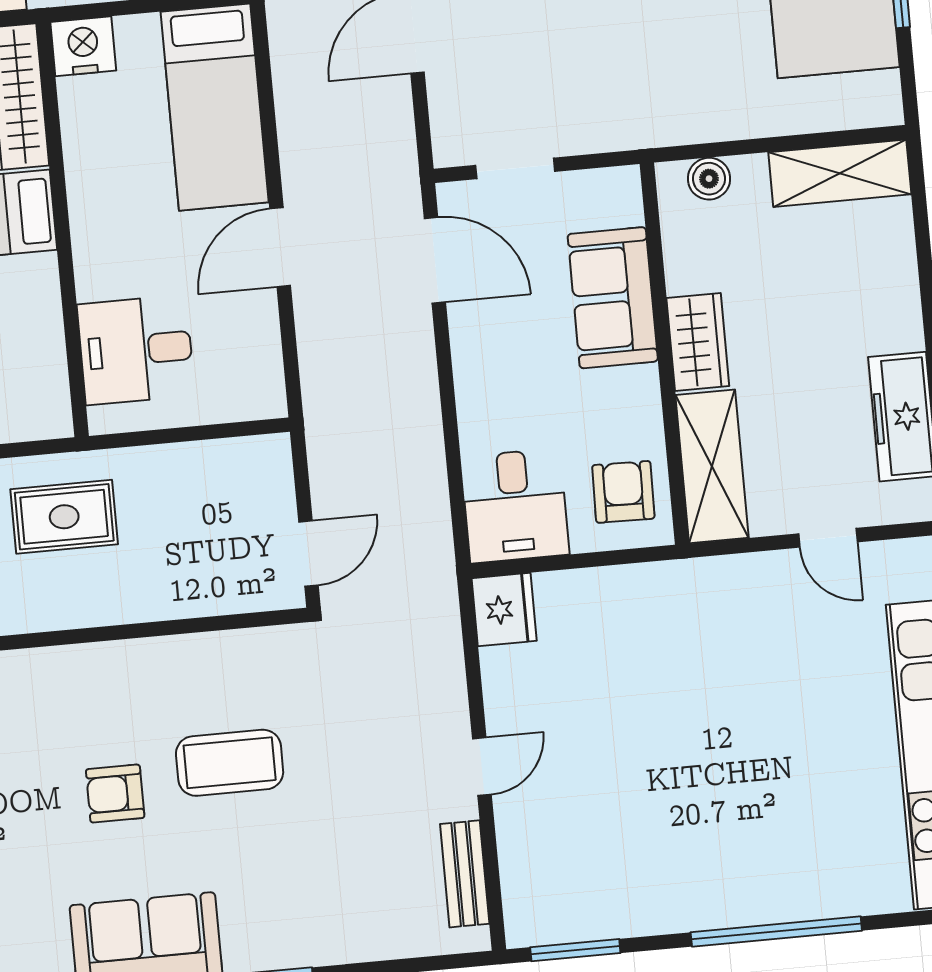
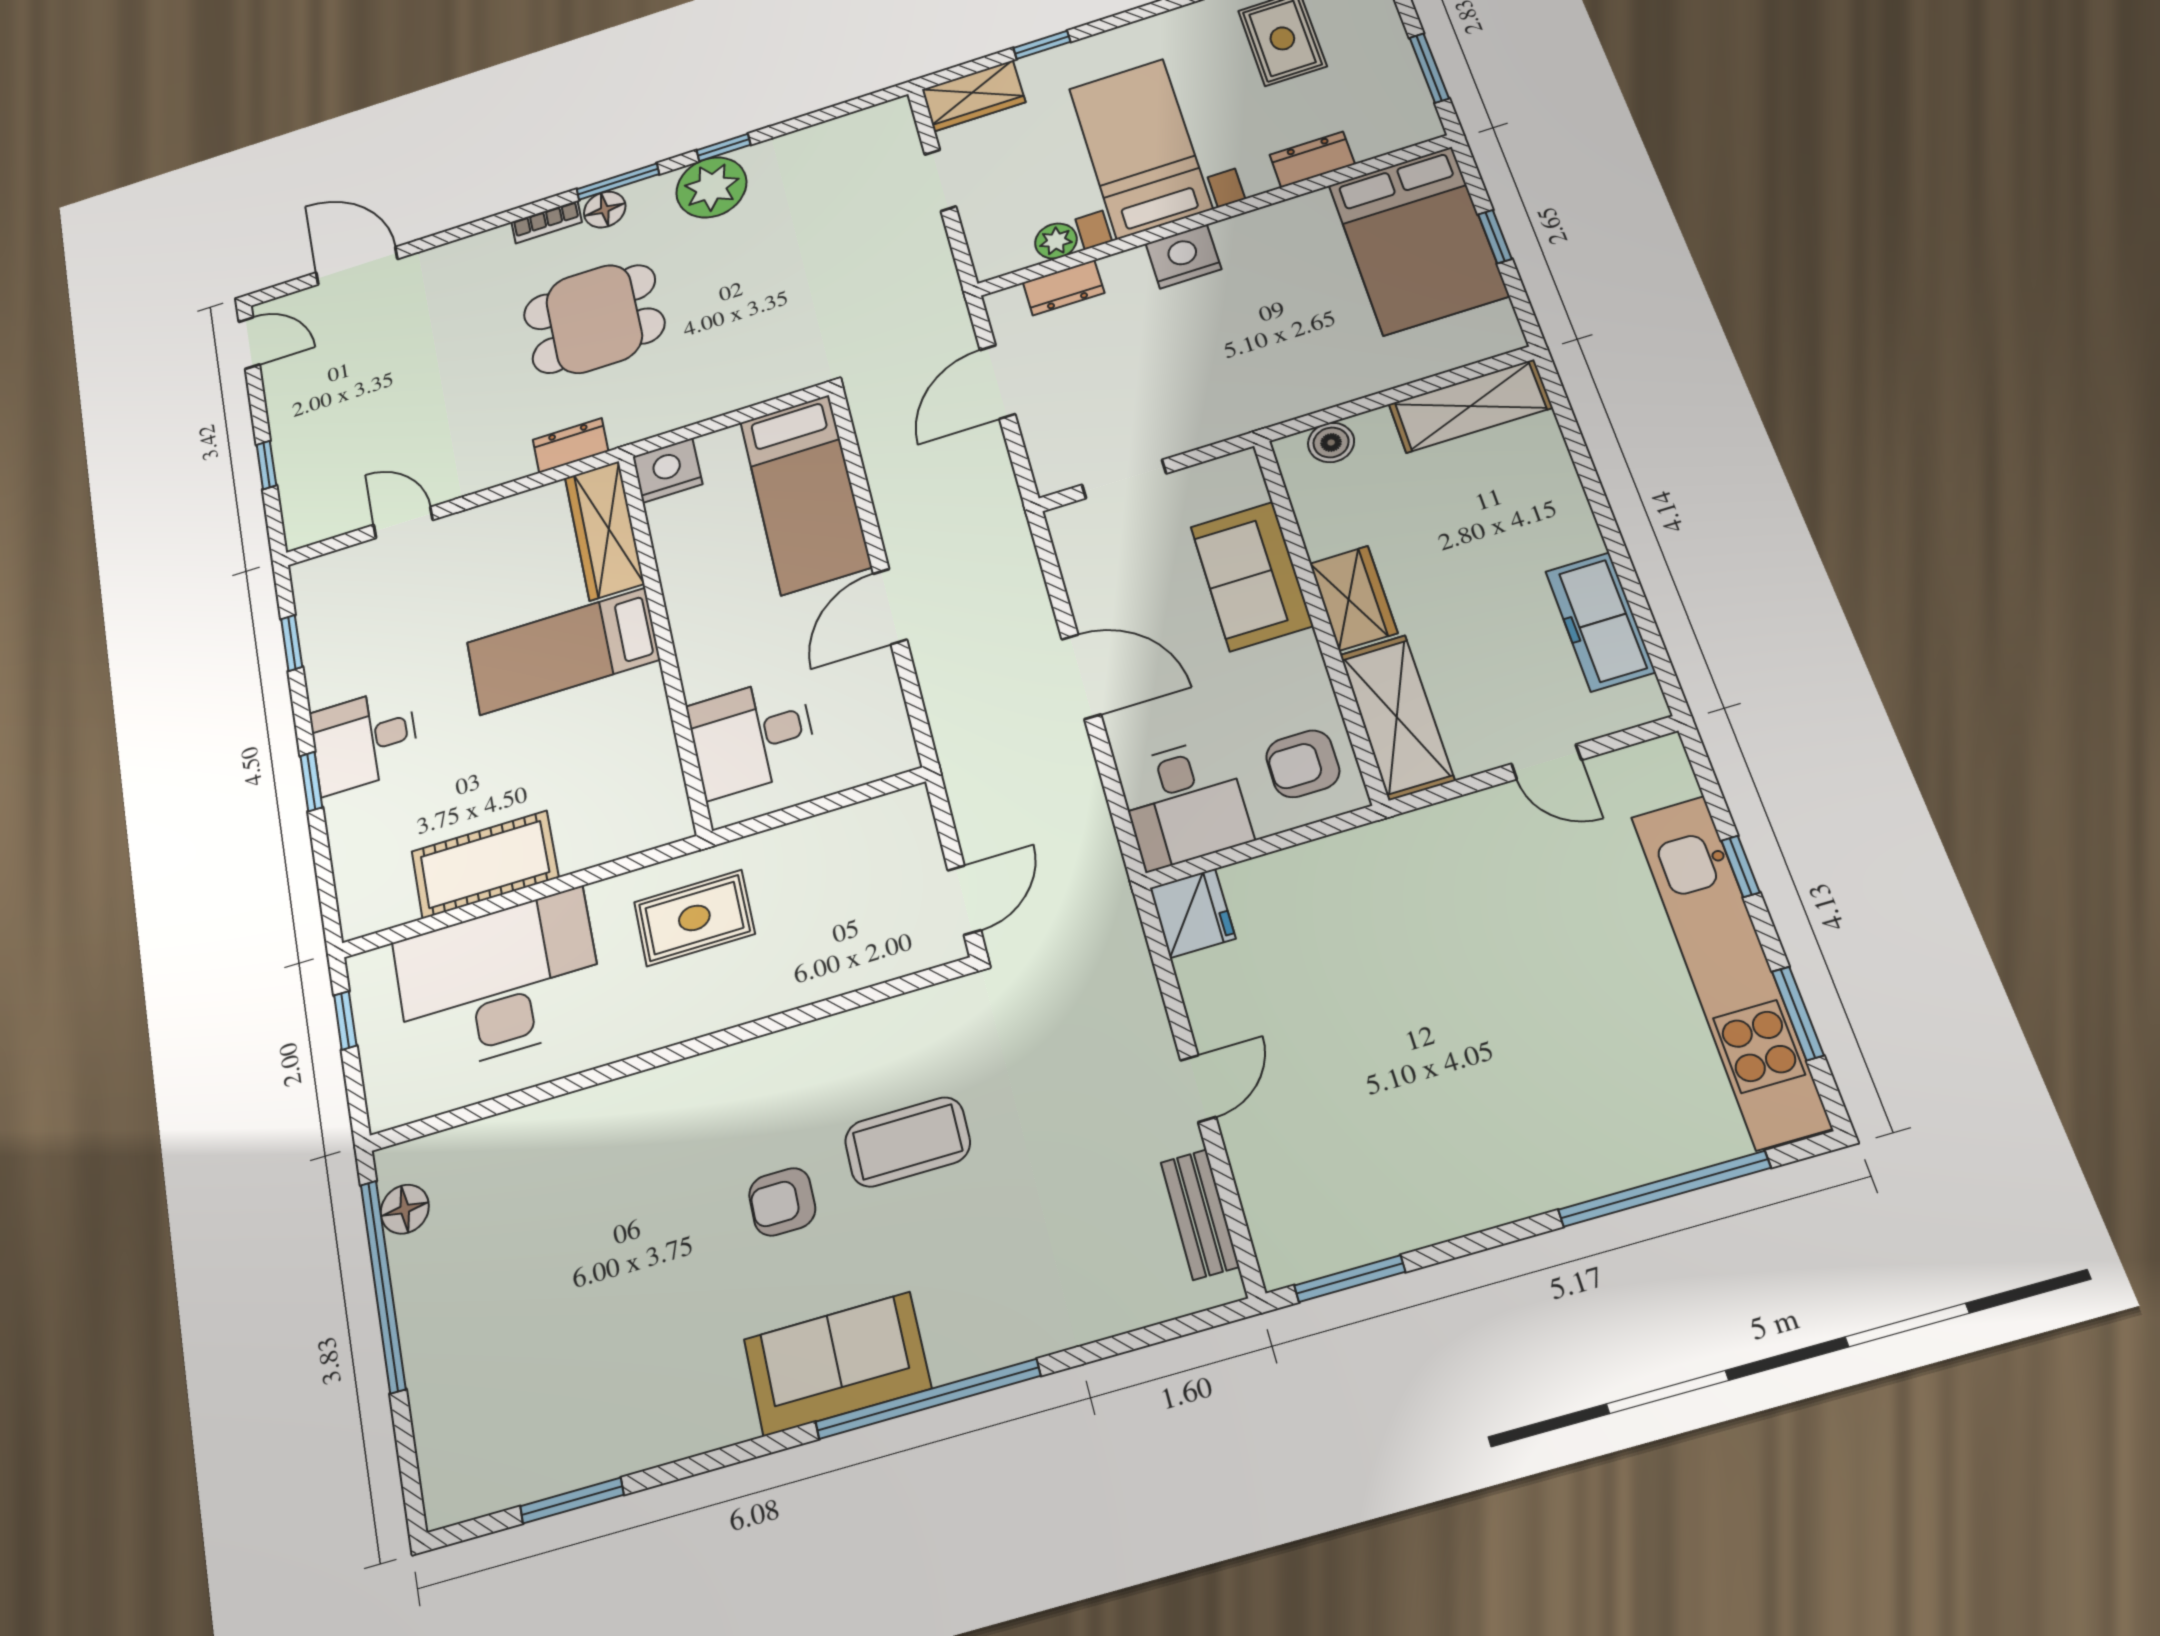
door: (435, 260) -> (1081, 677), moved
armchair: (623, 492) -> (1303, 764), turned -91
window: (776, 931) -> (1664, 1189), moved

